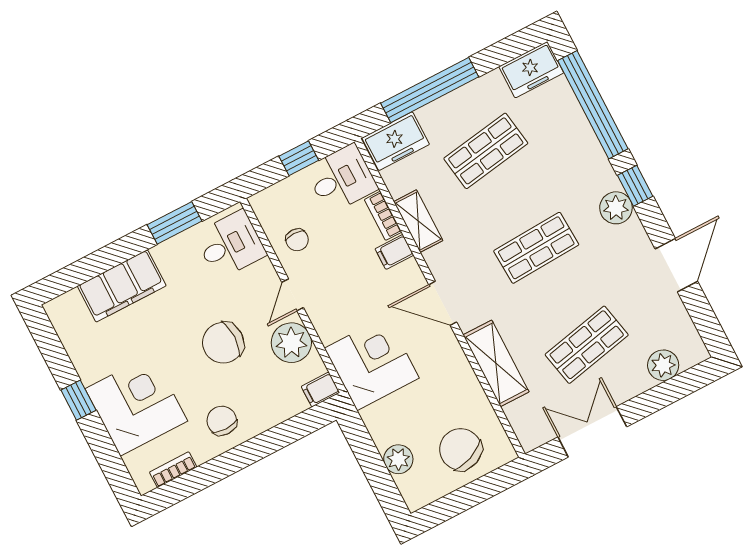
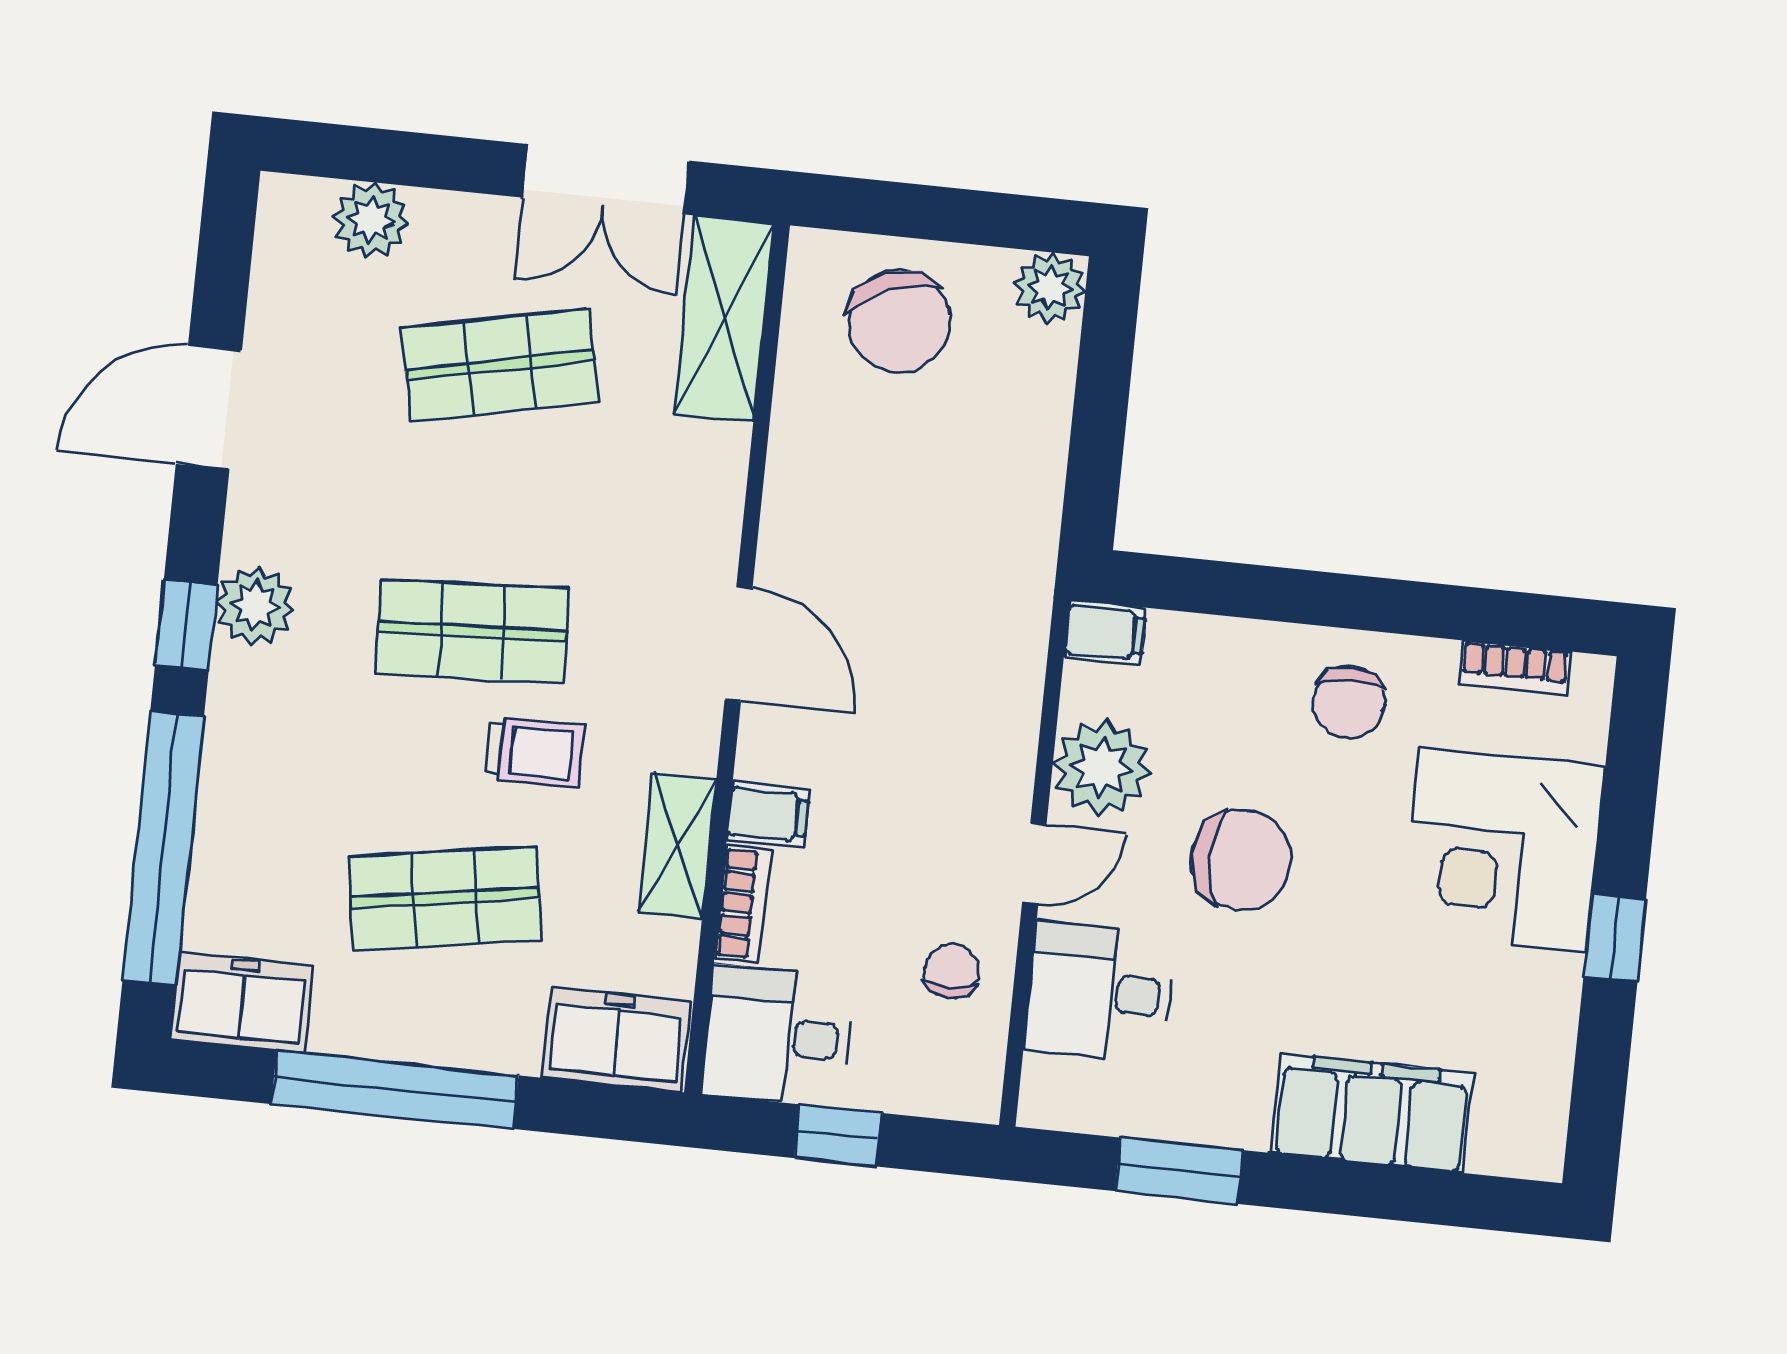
window: (430, 90) -> (395, 1090), moved
trolley: (488, 221) -> (535, 752), added
desk: (230, 245) -> (1100, 992), moved
corner desk: (372, 363) -> (965, 617), removed
shelving: (496, 363) -> (724, 319), moved
plant: (398, 459) -> (1050, 288), moved

